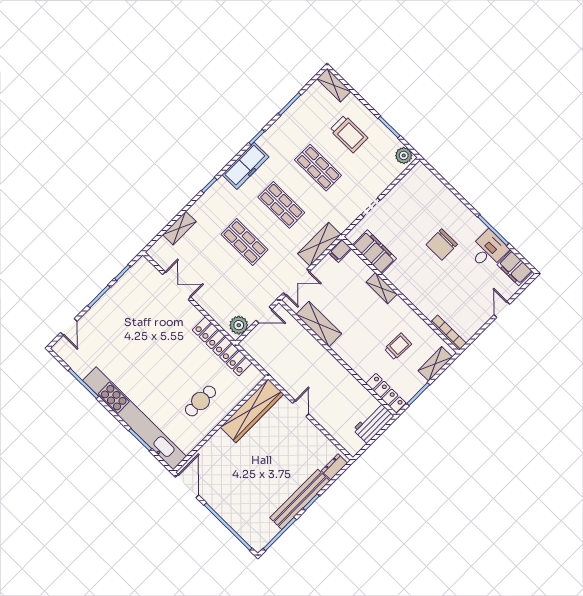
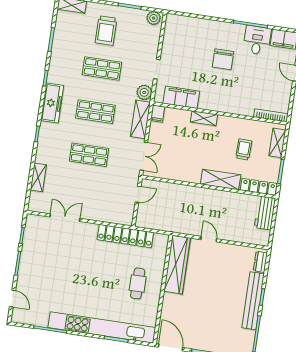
trolley: (349, 134) -> (106, 31), turned 90
shelving: (319, 324) -> (221, 179), moved
plant: (239, 325) -> (144, 92), moved

